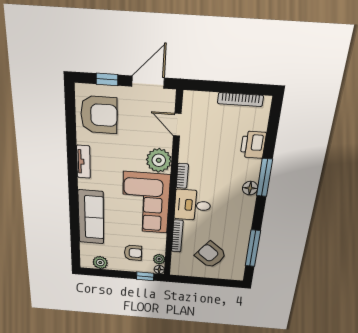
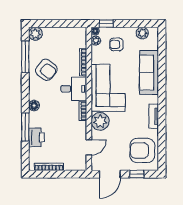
door: (177, 125) -> (89, 147), hinge flipped
window: (264, 178) -> (25, 127), moved
armchair: (211, 255) -> (46, 70), moved
plant: (236, 273) -> (35, 34), added

